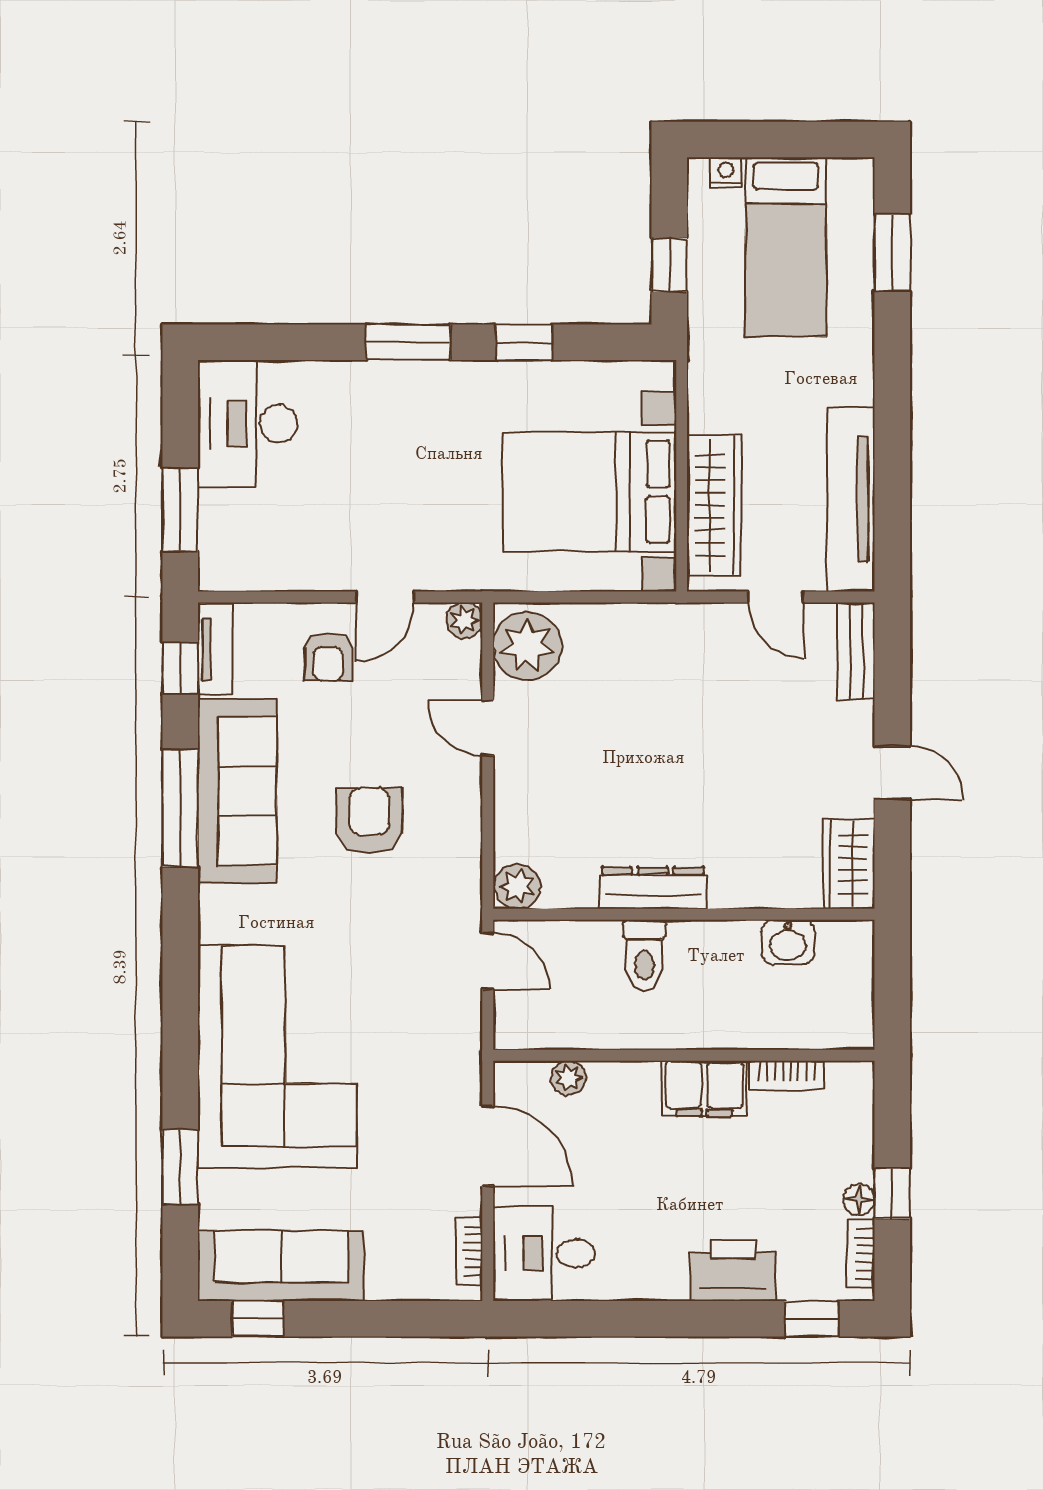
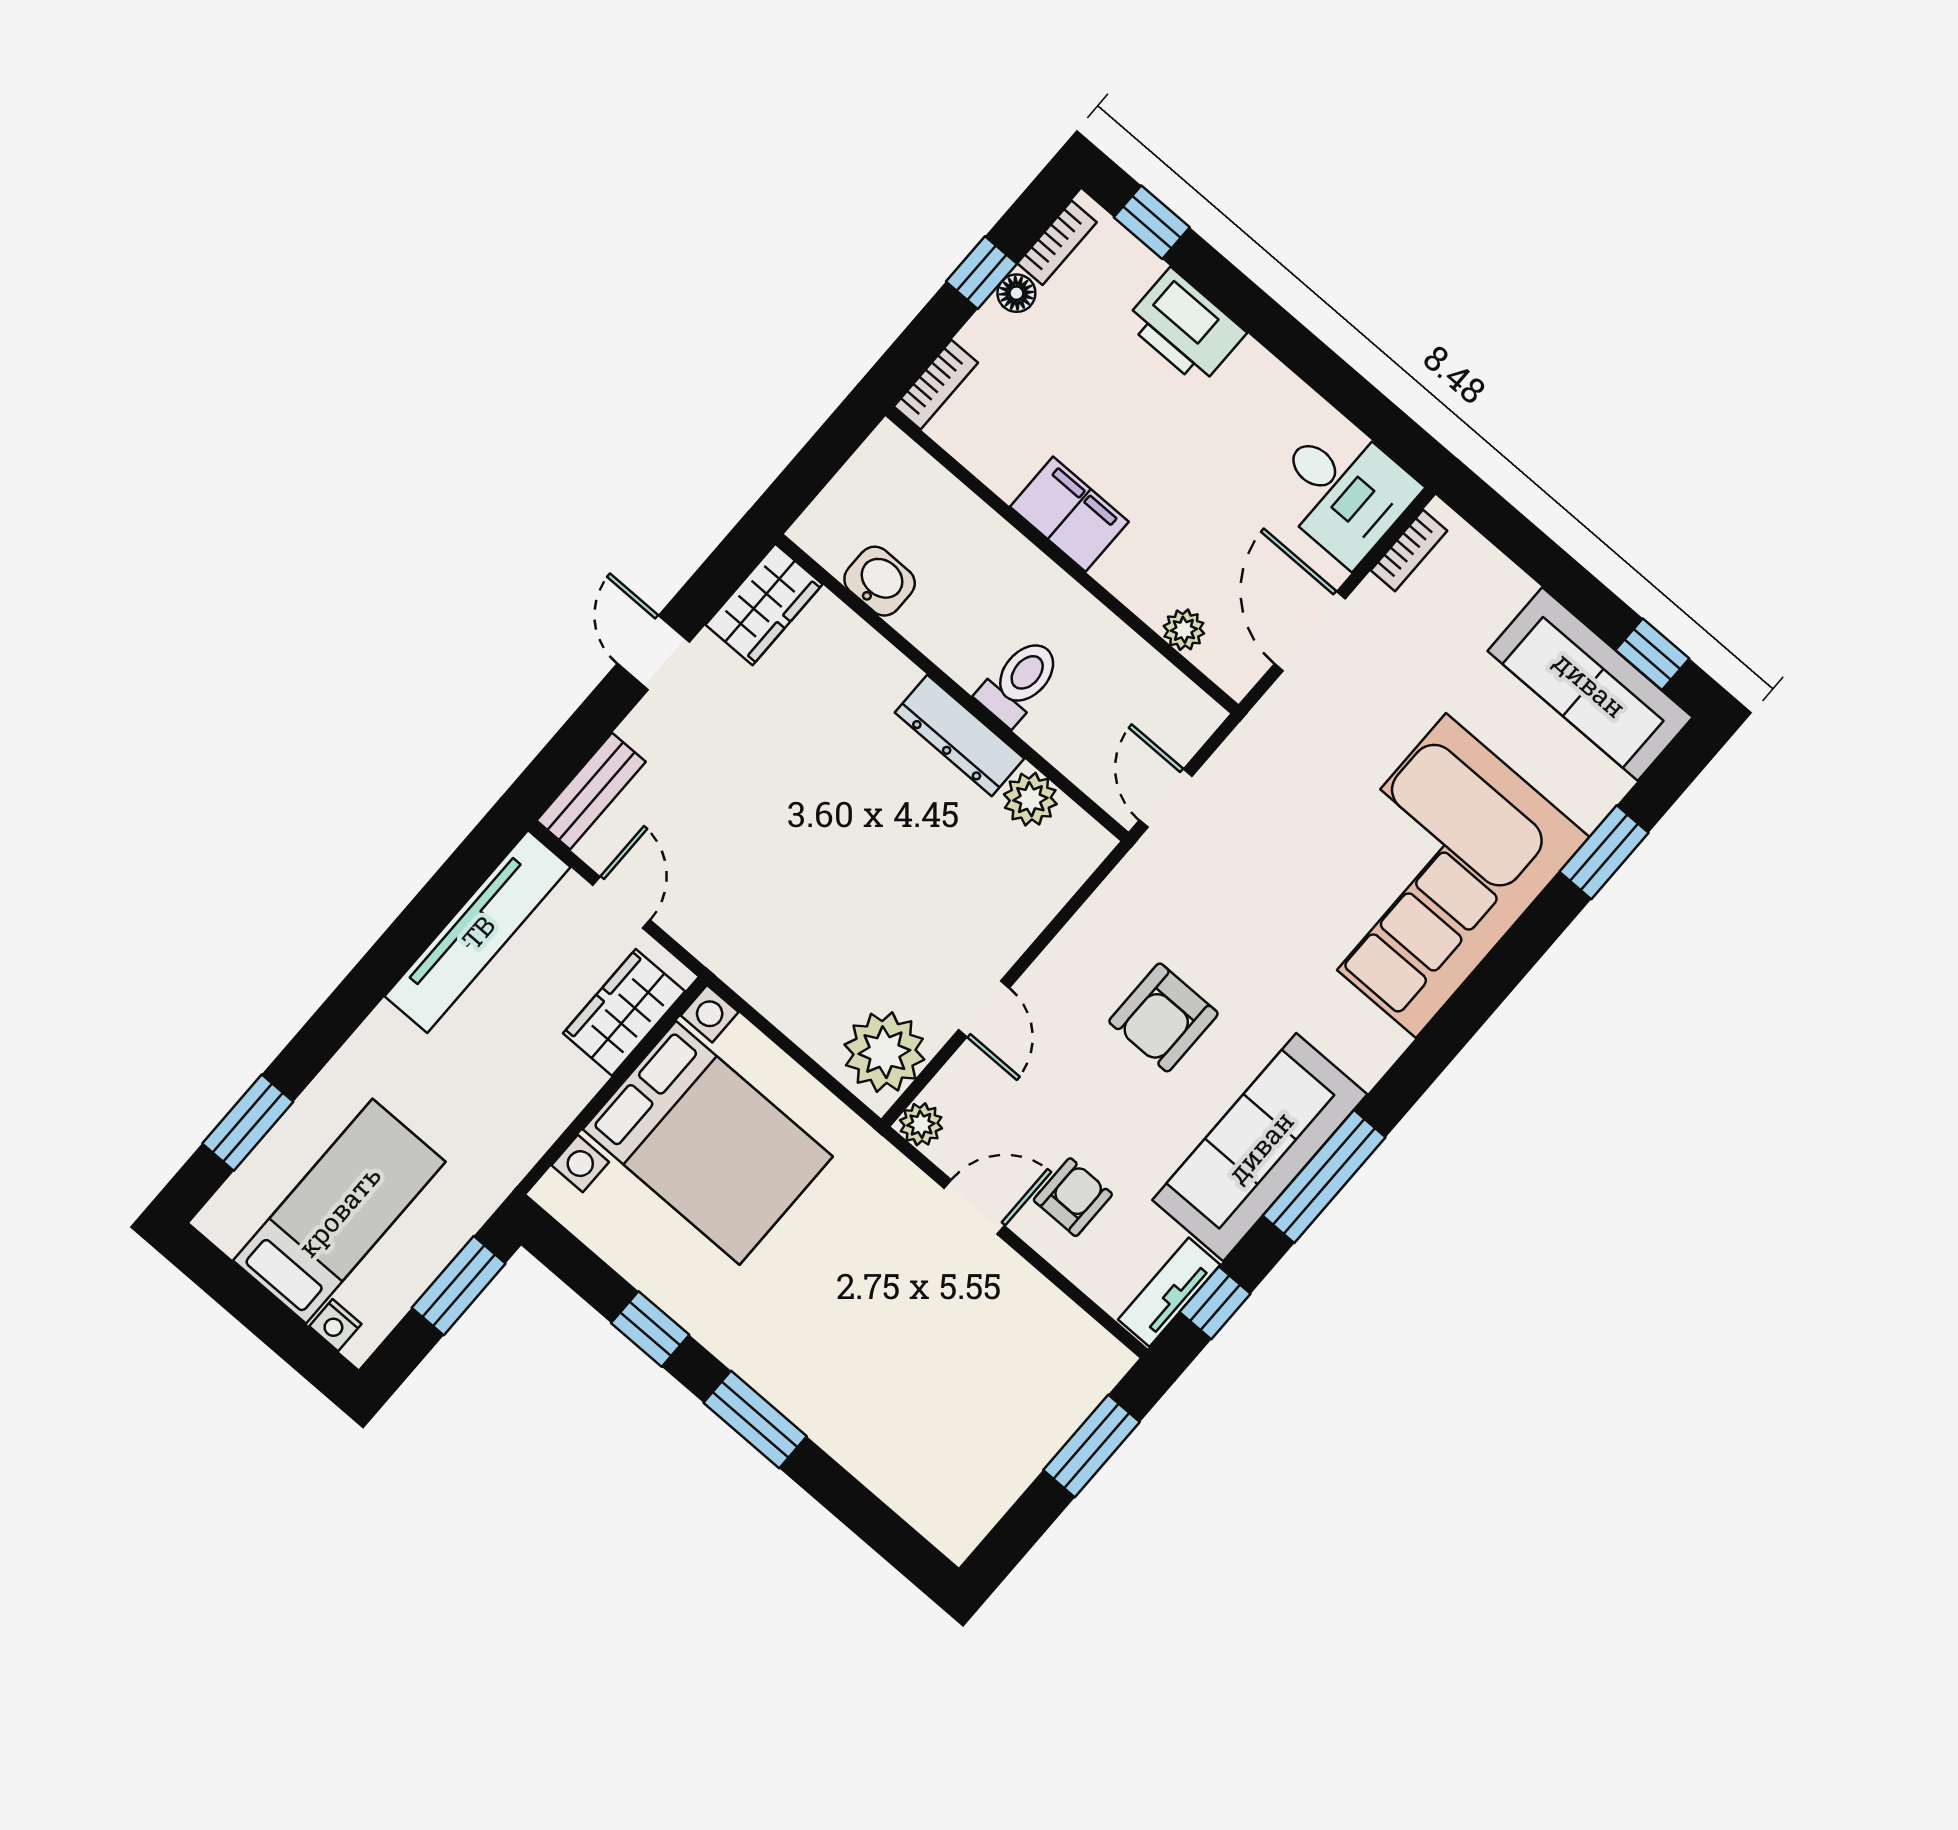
window: (669, 265) -> (459, 1286), width x1.50
desk: (248, 424) -> (963, 1471), removed
wardrobe: (714, 505) -> (624, 1012), width x0.67
plant: (517, 886) -> (1030, 799), moved
bookcase: (787, 1075) -> (936, 385), moved, turned 90

